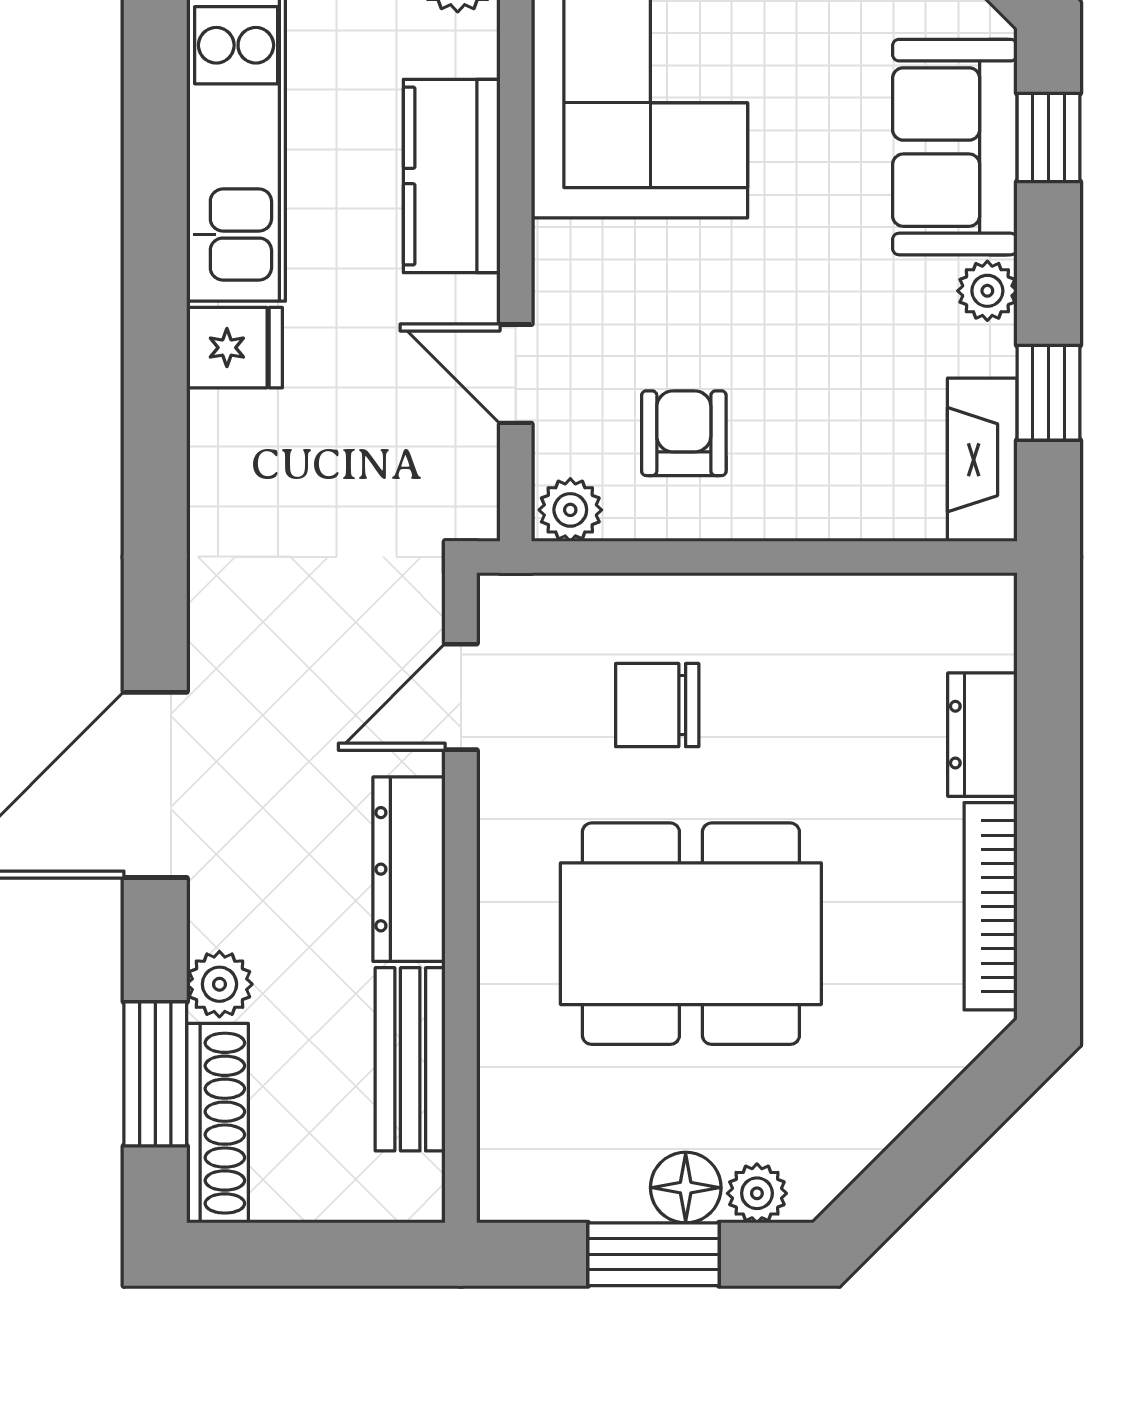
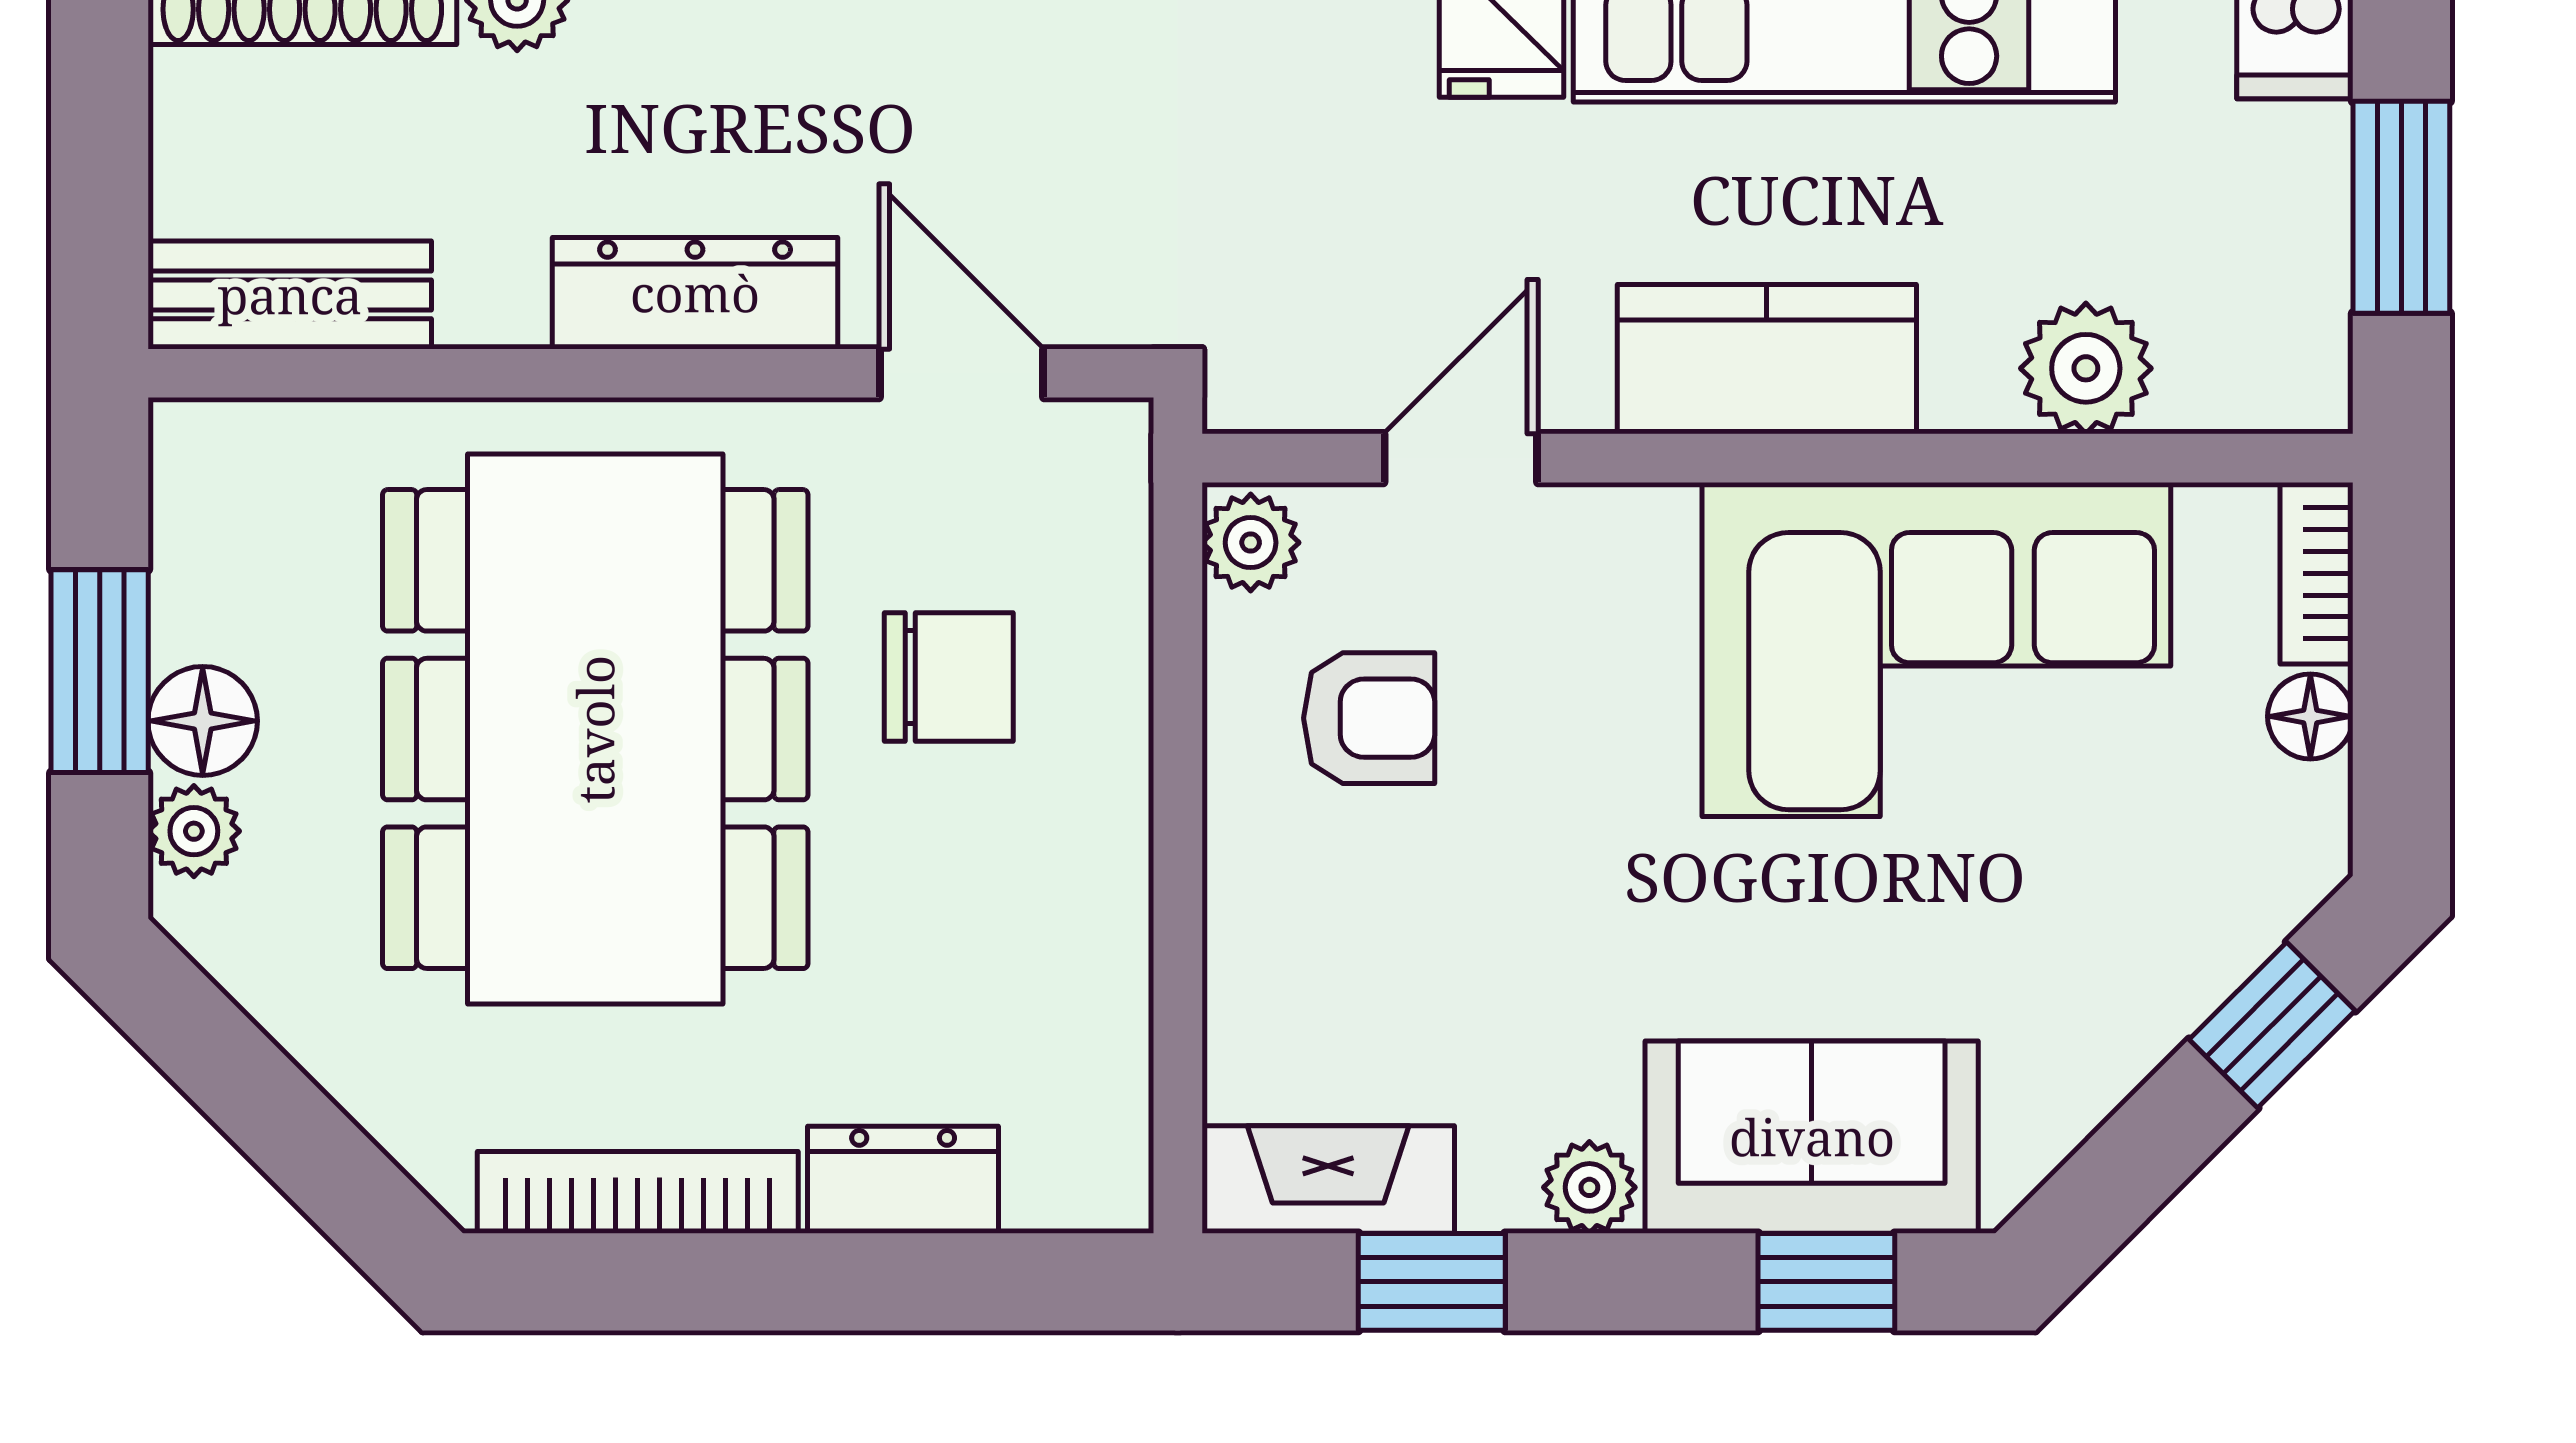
chair: (657, 705) -> (949, 677), turned 90
dining table: (691, 934) -> (595, 729), width x1.36, depth x1.24
bench: (410, 1059) -> (290, 295), moved

